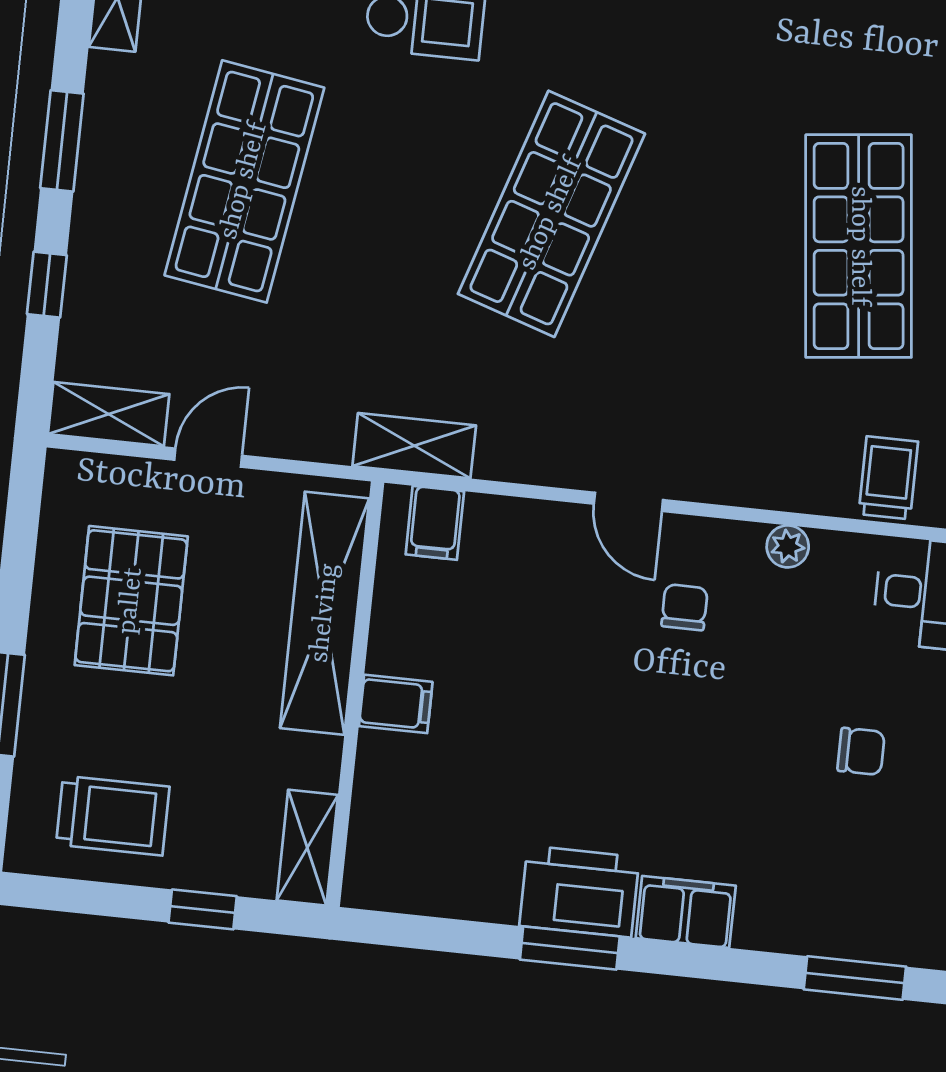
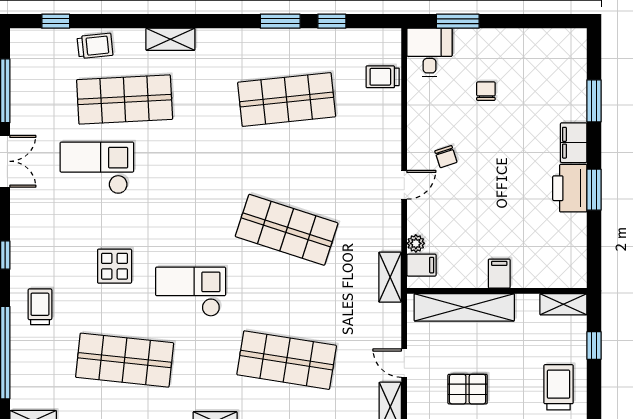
plant: (788, 546) -> (416, 243), moved
pallet: (131, 601) -> (468, 389), width x0.67, depth x0.71
chair: (684, 607) -> (446, 157), turned -108
chair: (861, 751) -> (486, 91), moved
window: (855, 978) -> (594, 101), moved

